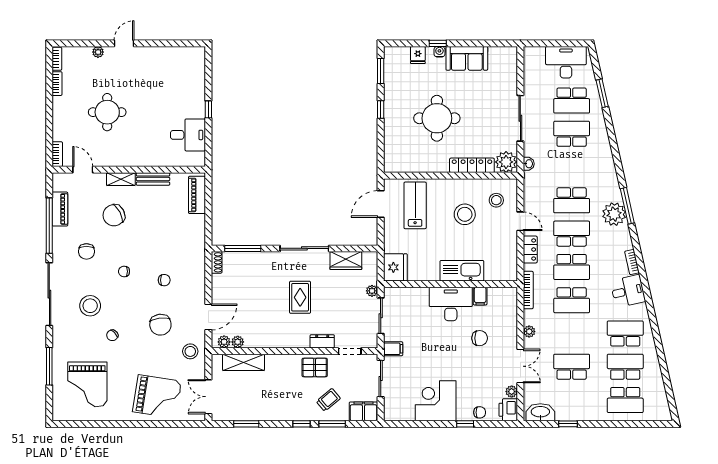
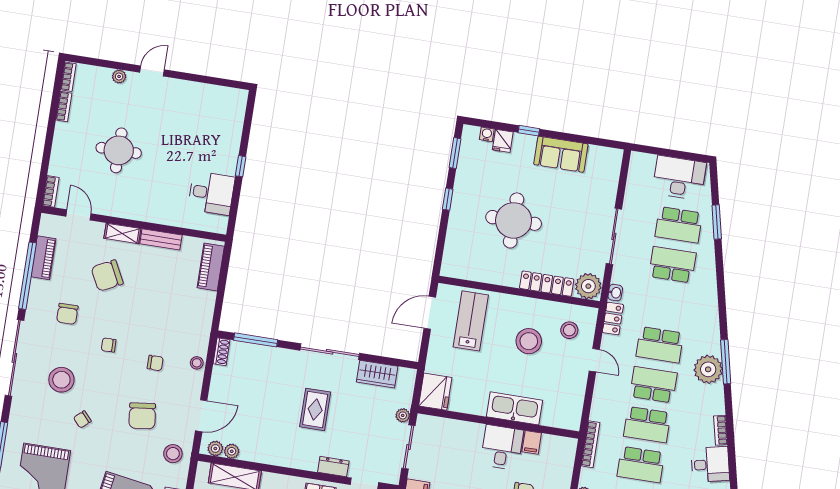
water cooler: (439, 52) -> (487, 134), moved
locker: (530, 250) -> (613, 318), moved
stool: (198, 275) -> (197, 363), added
desk: (451, 304) -> (502, 447), width x0.73

